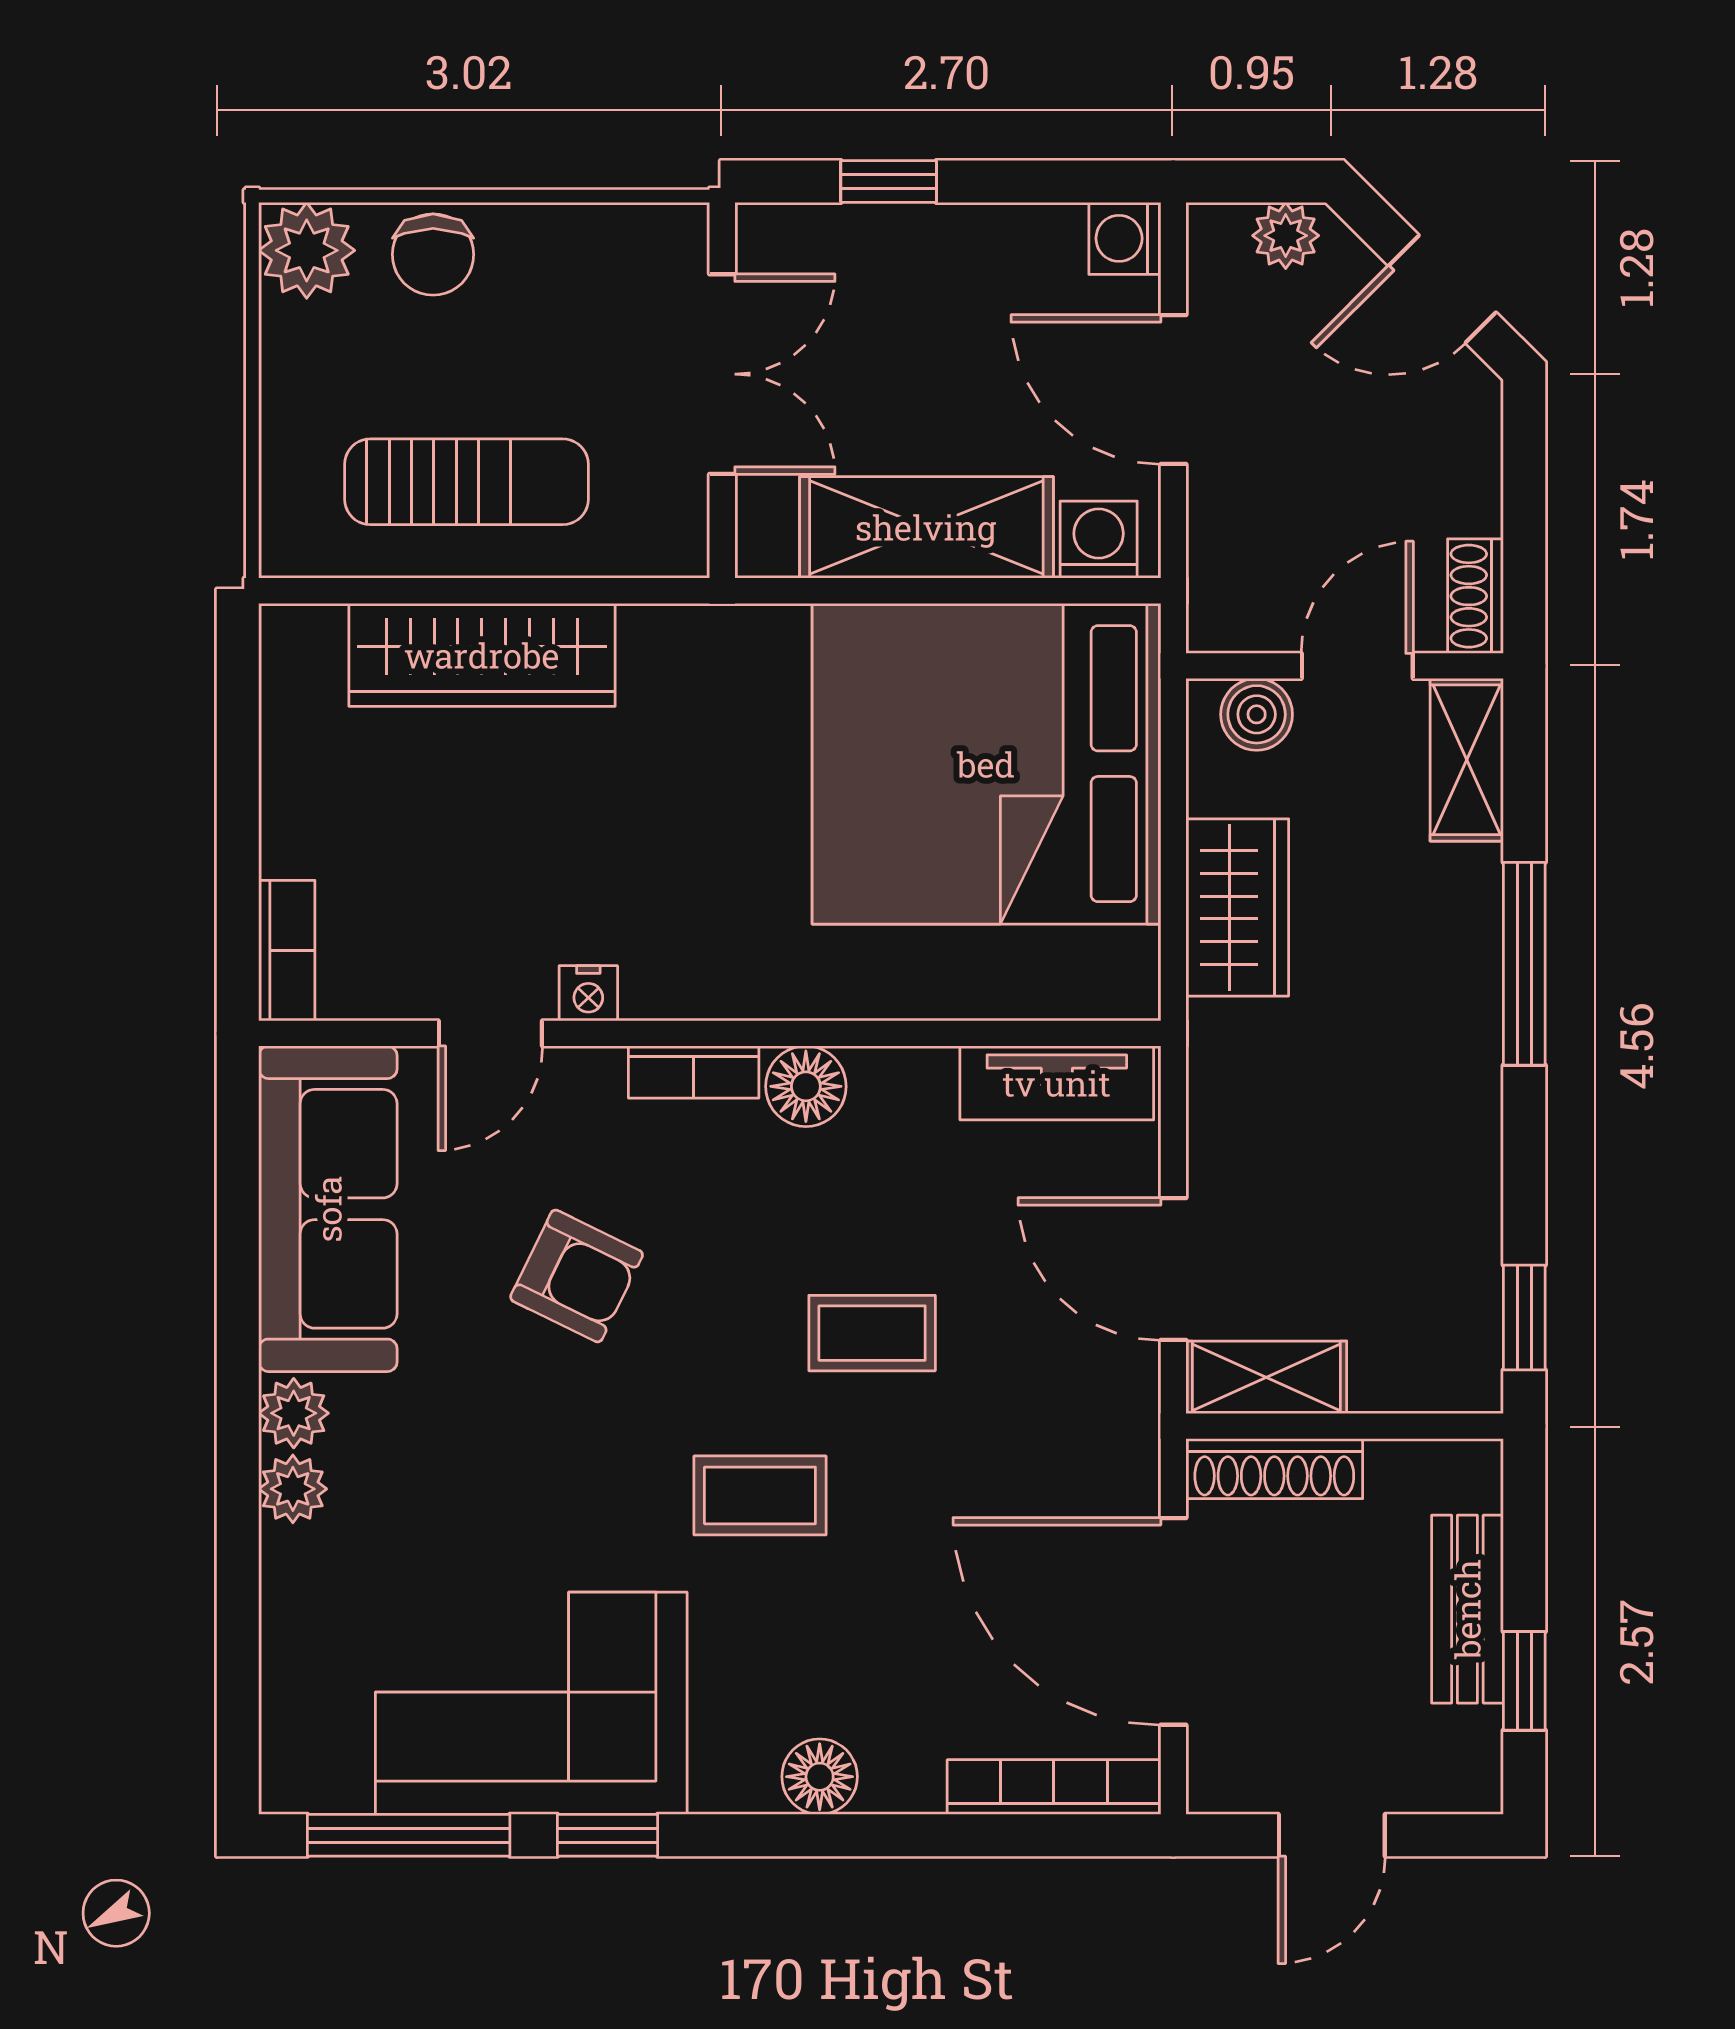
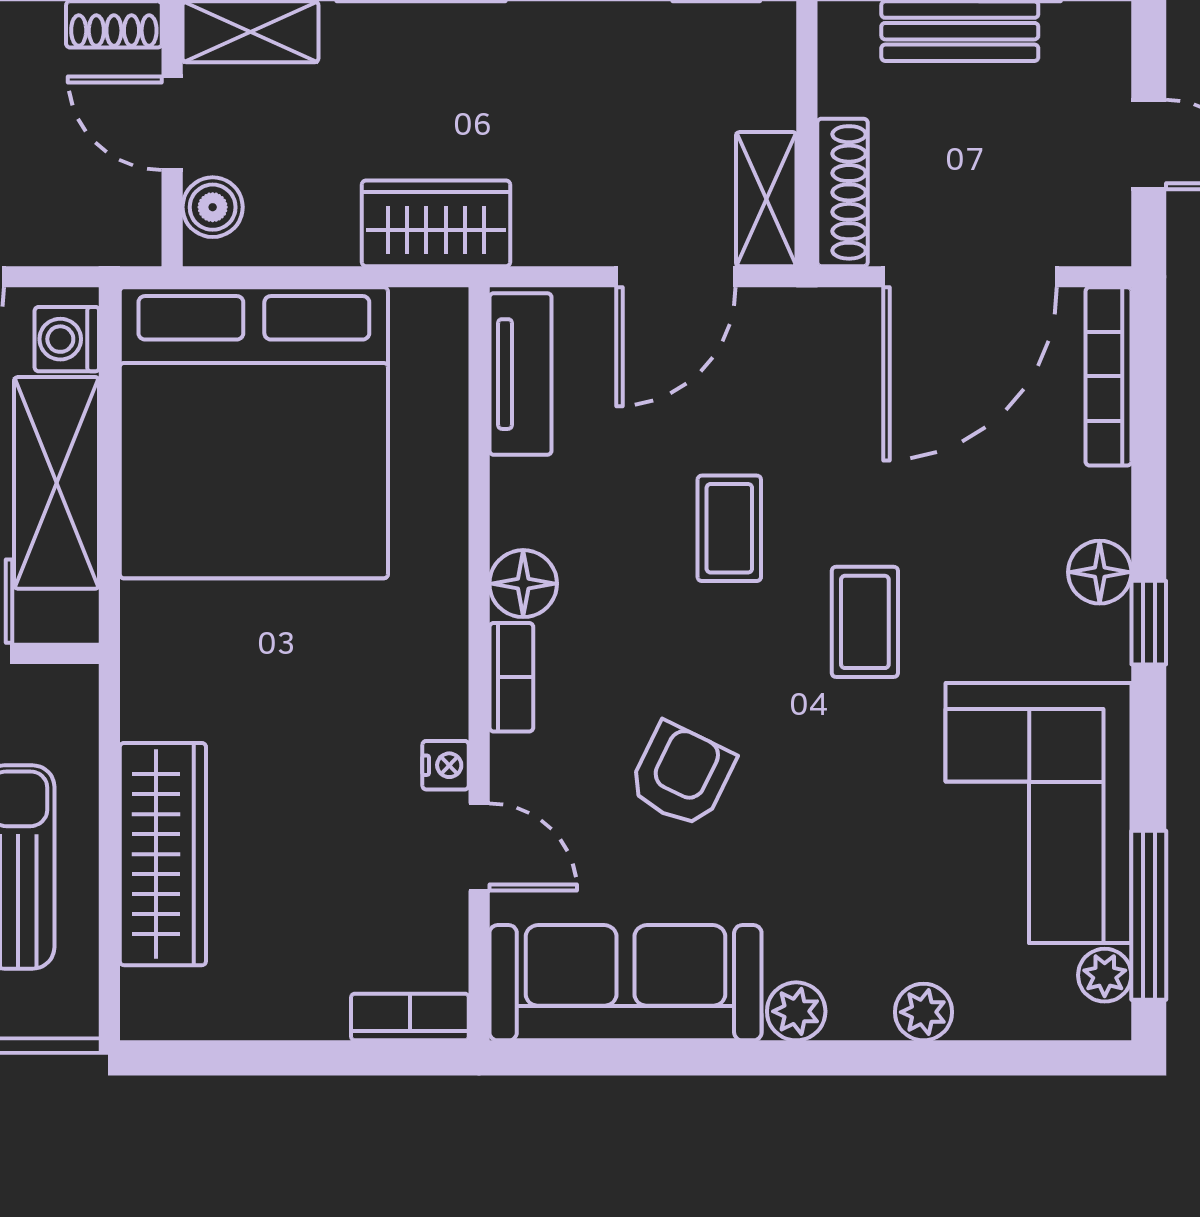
wardrobe: (1237, 907) -> (436, 223), moved
plant: (293, 1489) -> (923, 1012), moved
plant: (337, 1783) -> (1105, 975), added
window: (608, 1835) -> (1149, 623), moved

